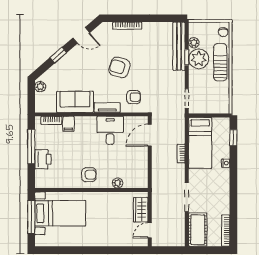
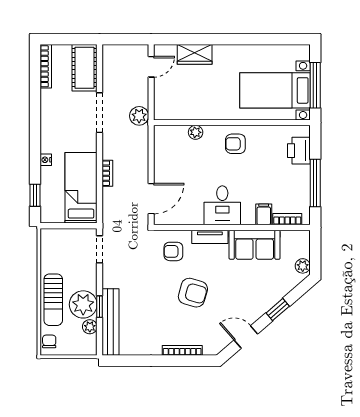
desk: (110, 130) -> (222, 205), moved
printer: (43, 159) -> (299, 151), moved
plant: (158, 195) -> (139, 116), added
wardrobe: (141, 210) -> (195, 54), moved, turned 90

